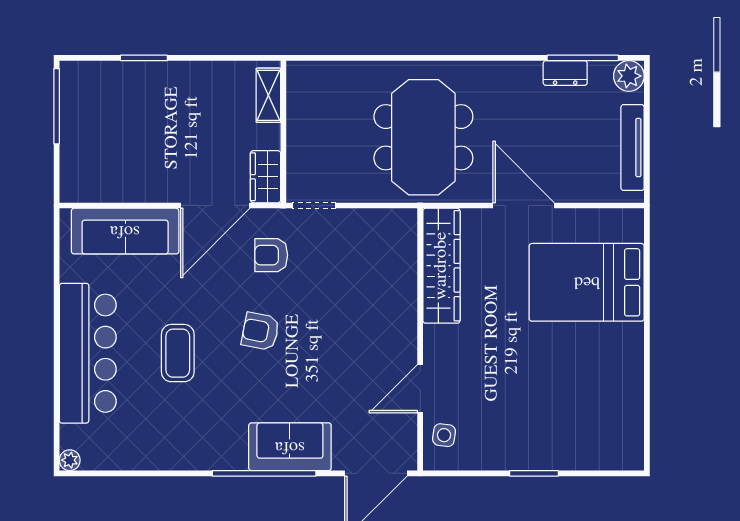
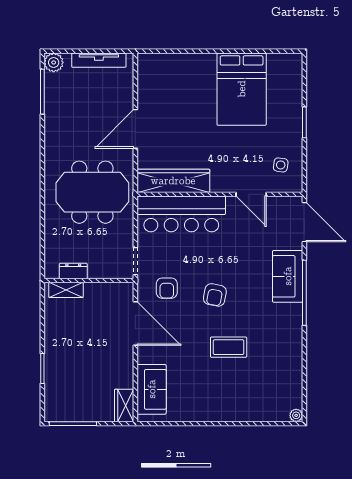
dresser: (565, 73) -> (73, 271), moved, turned -90
wardrobe: (266, 177) -> (124, 405), moved, turned 90
sofa: (125, 231) -> (152, 389), width x0.73
bed: (587, 282) -> (242, 89), moved
bar counter: (88, 353) -> (181, 214), moved, turned 180
side table: (444, 435) -> (281, 165), moved

